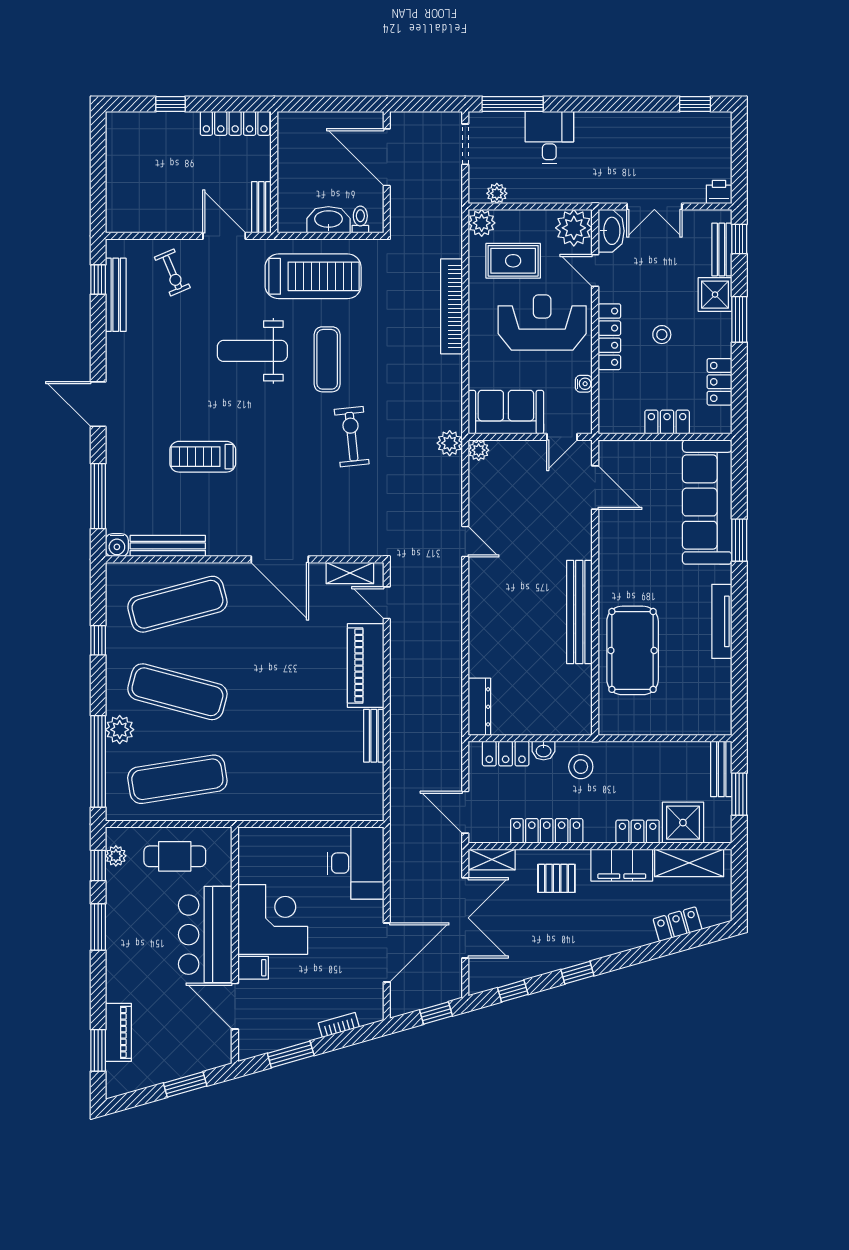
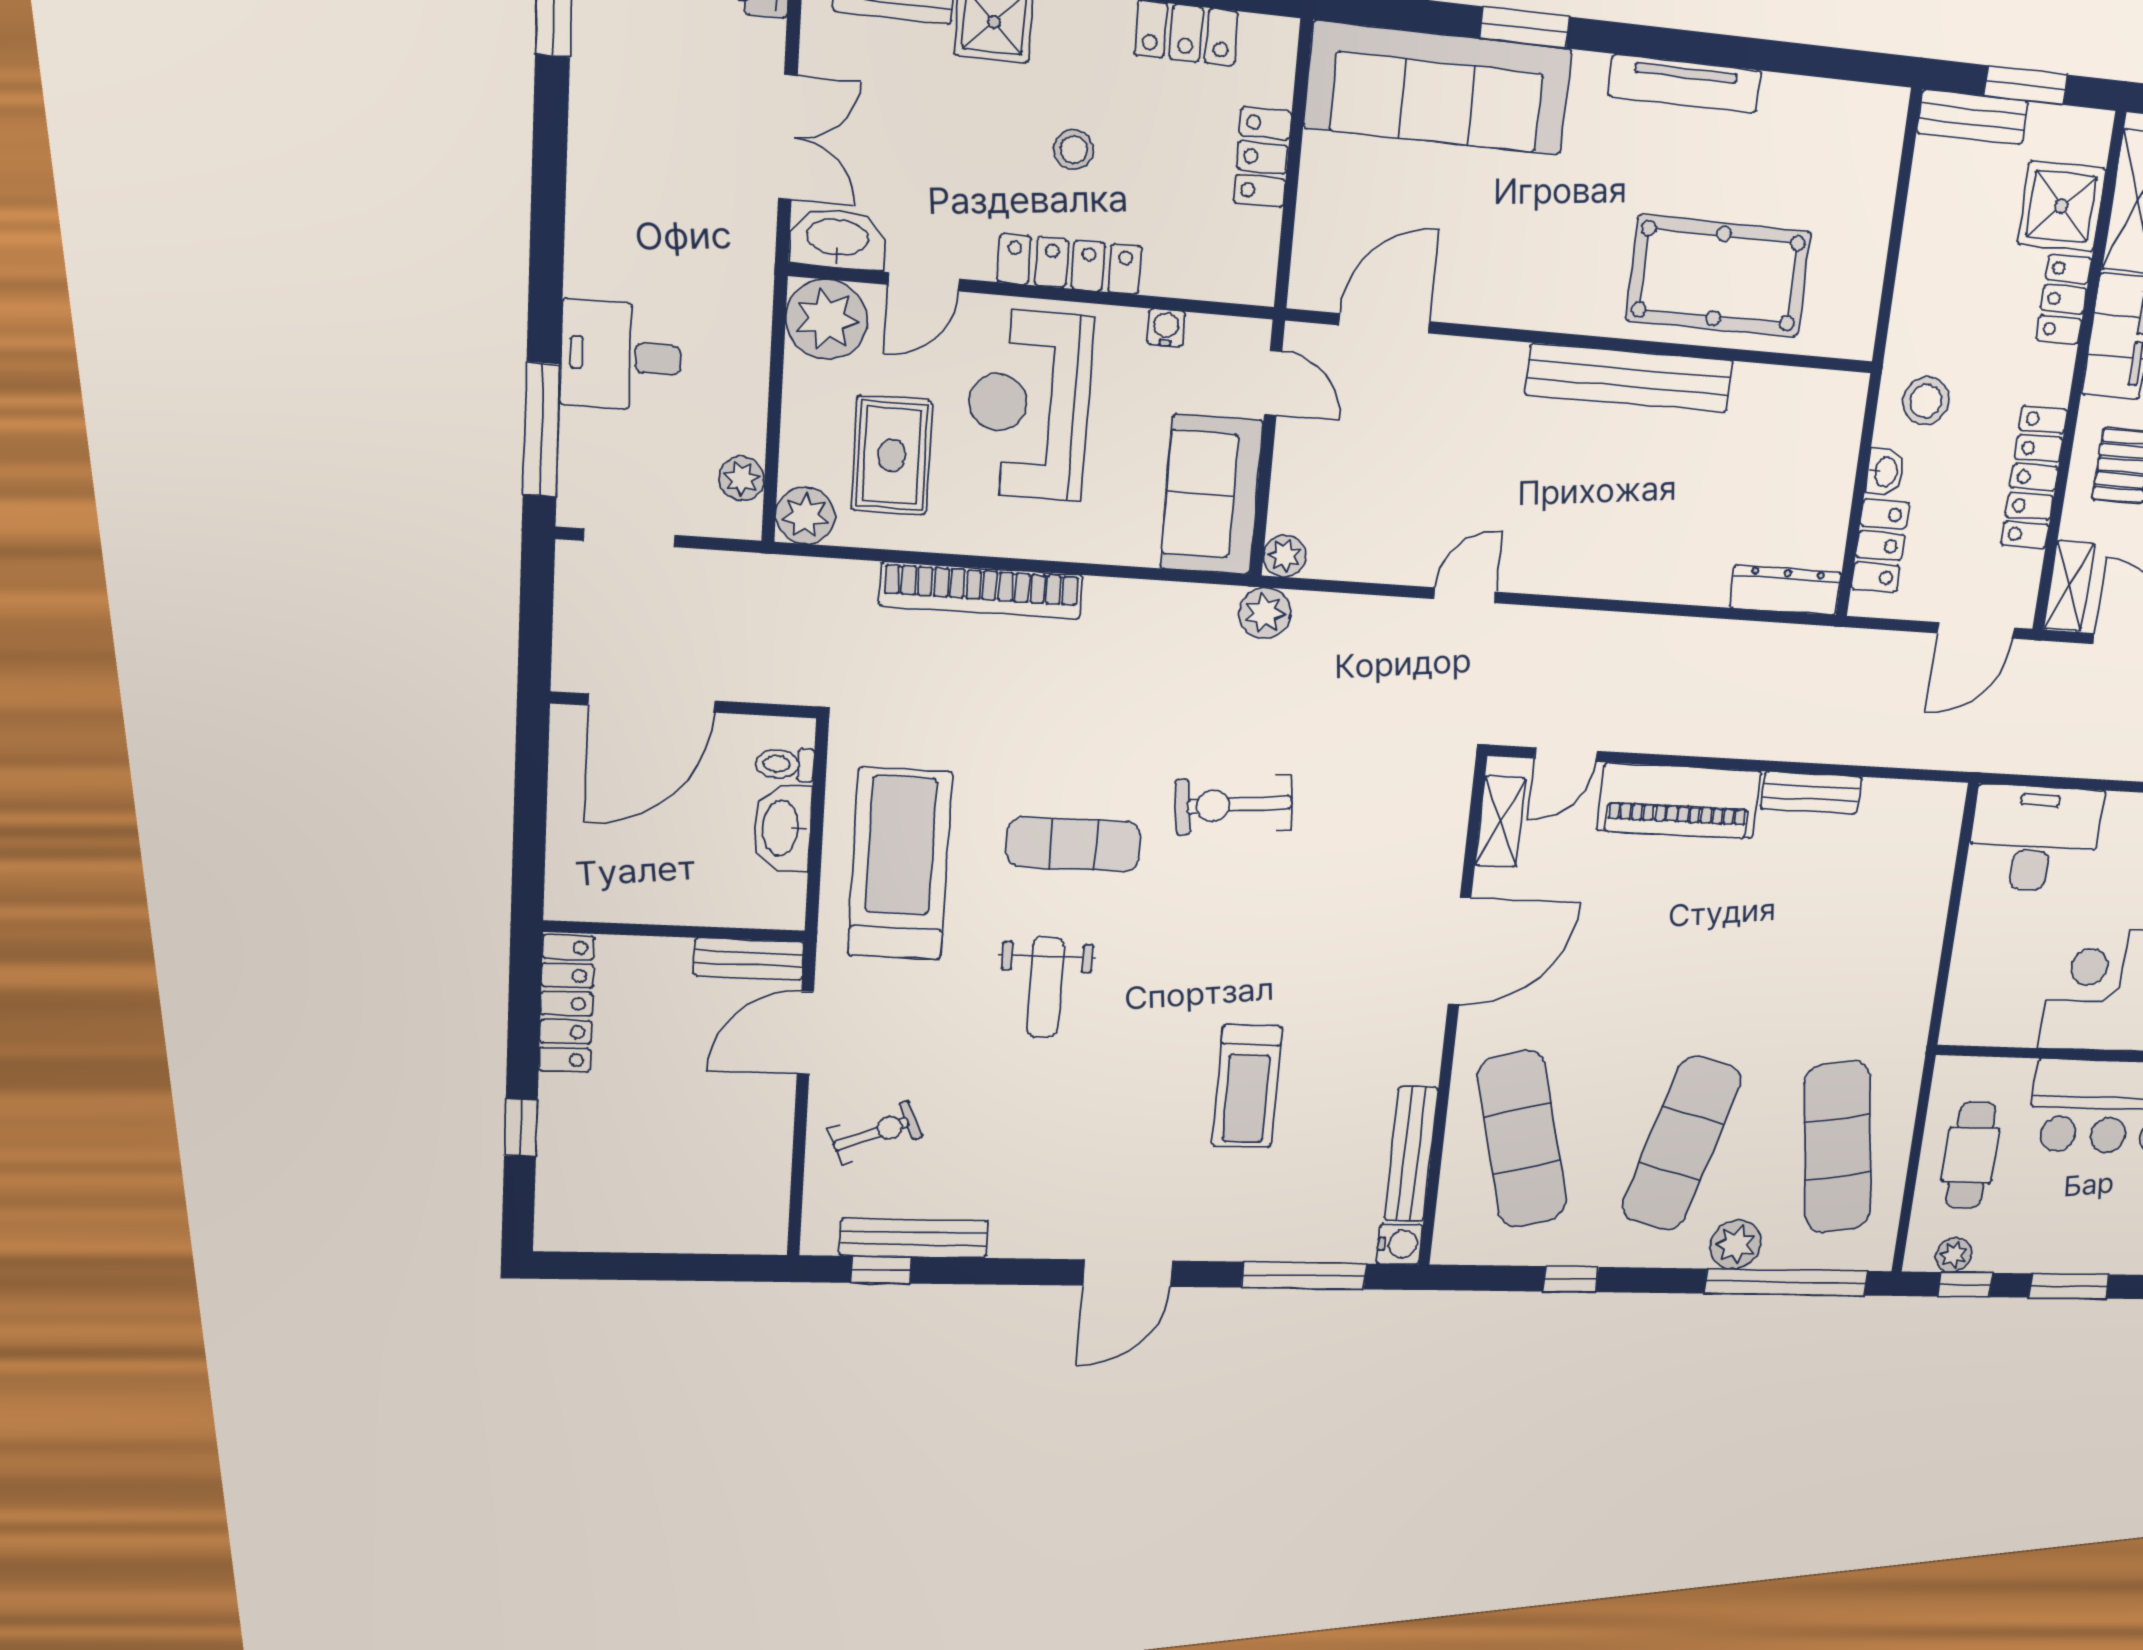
weight bench: (252, 351) -> (1045, 987), width x0.73, depth x0.75

